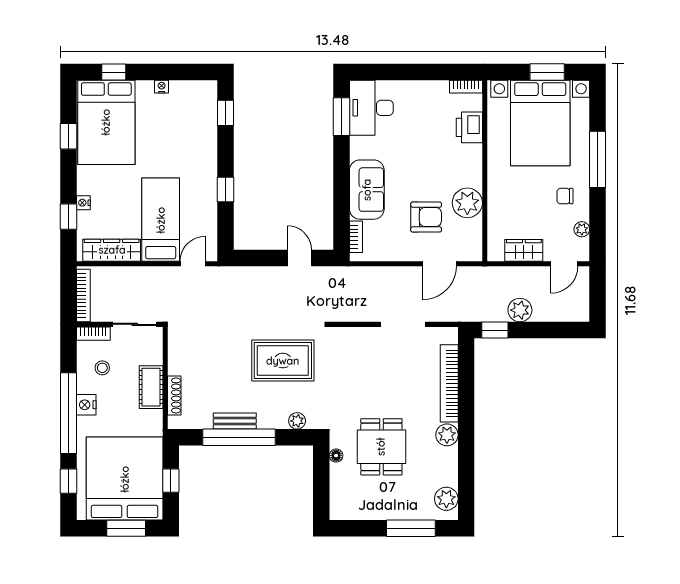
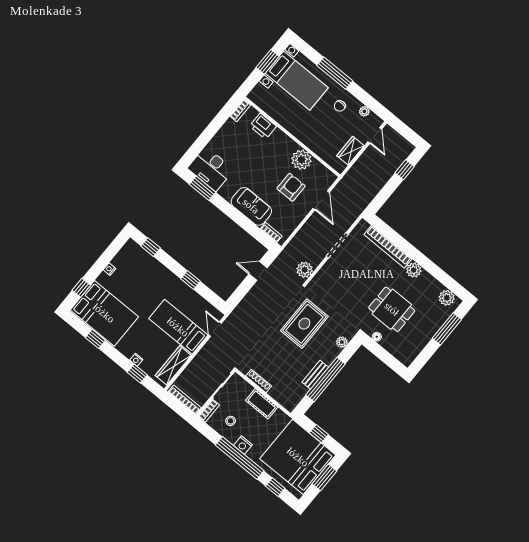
bed with nightstands: (540, 123) -> (297, 81), width x0.73
plant: (520, 310) -> (305, 270), moved
window: (495, 330) -> (405, 170), moved
shoe rack: (174, 395) -> (259, 381), moved

